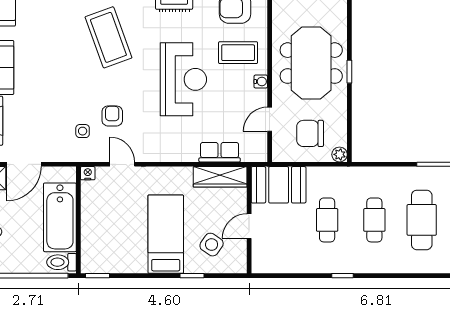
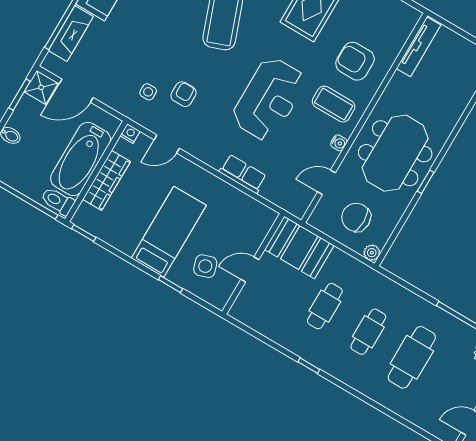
row of seats: (220, 152) -> (243, 174), moved
door: (122, 164) -> (167, 144), swing flipped
wardrobe: (220, 177) -> (106, 180), moved, turned -90
side table: (212, 245) -> (205, 266), turned 37

